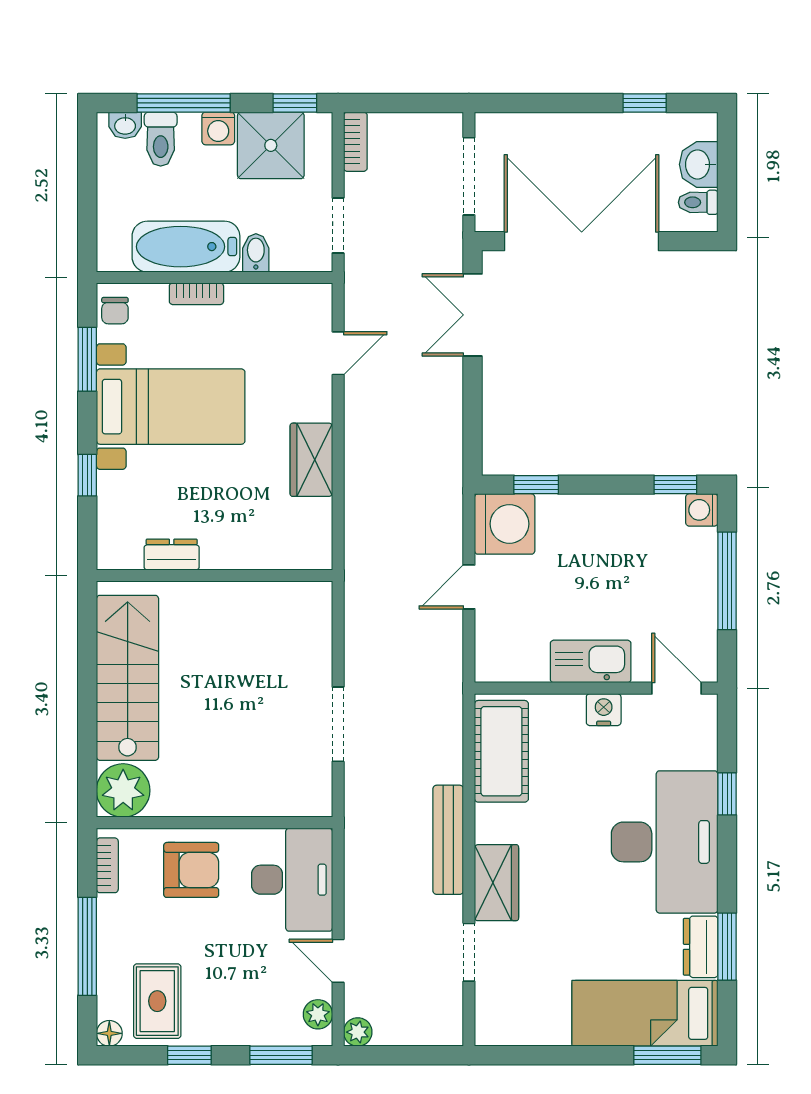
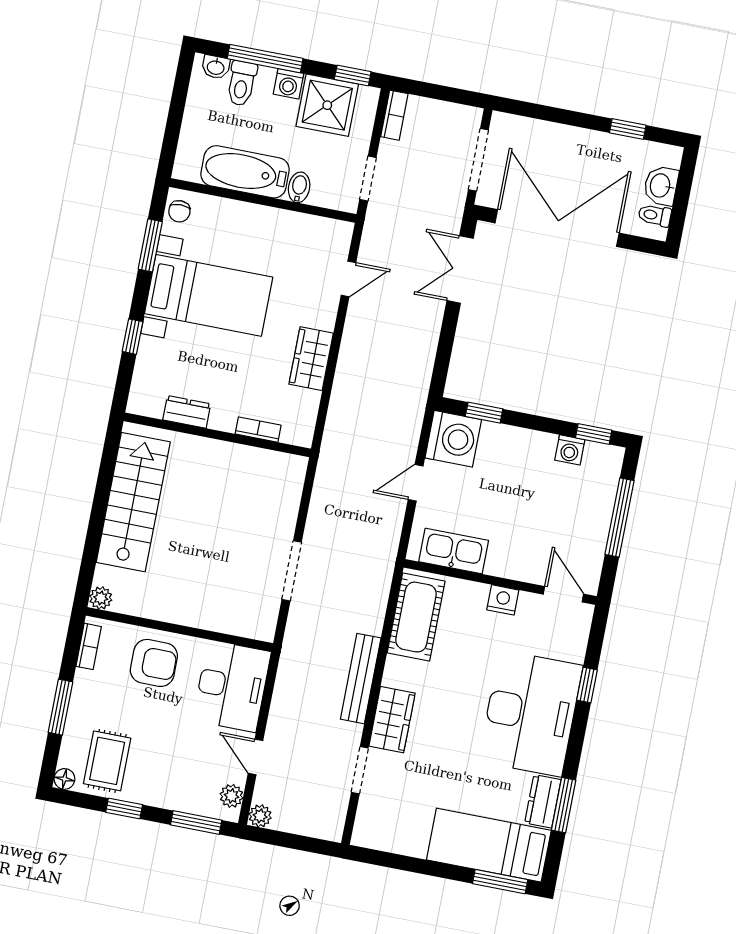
bookcase: (196, 294) -> (258, 430), moved, turned 180
washing machine: (702, 510) -> (570, 450), moved, turned -90
kitchen sink: (591, 661) -> (454, 551), moved
plant: (123, 790) -> (101, 598), width x0.53, depth x0.53
window: (87, 946) -> (60, 707), width x0.69

